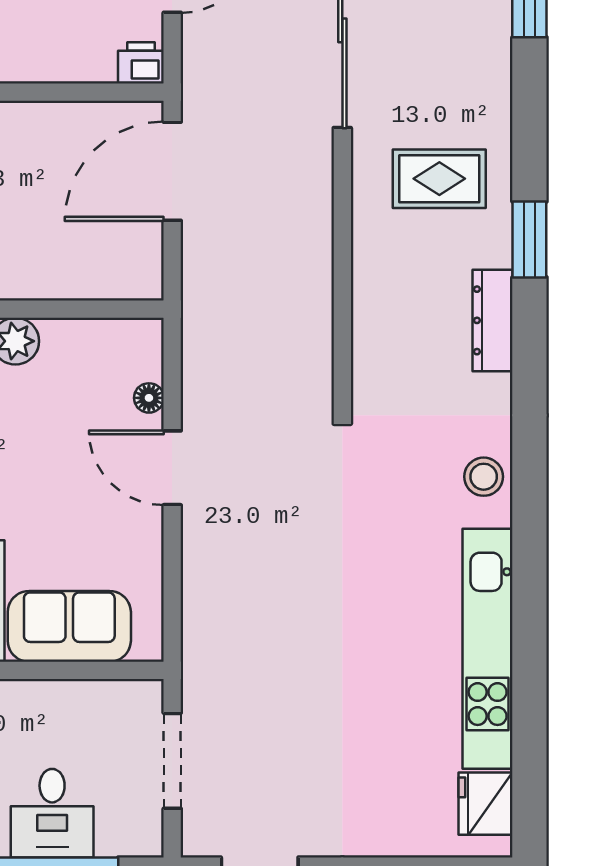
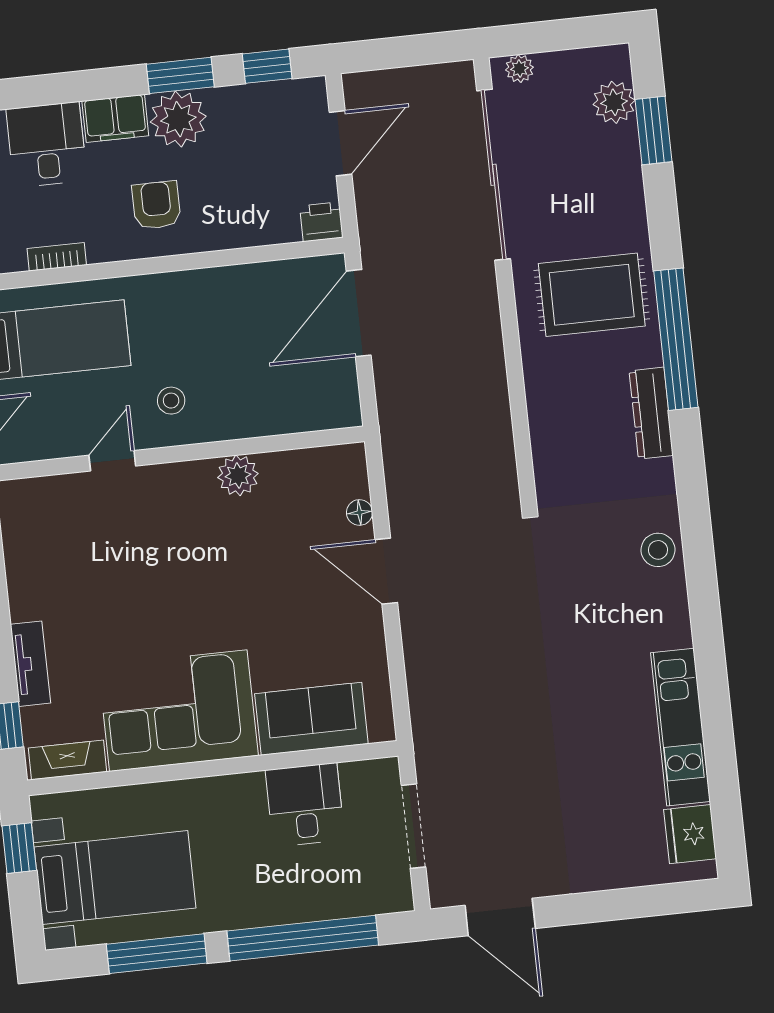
rug: (439, 179) -> (592, 295), width x1.36, depth x1.43
window: (529, 239) -> (676, 339), width x2.11
kitchen unit: (488, 649) -> (680, 727), width x0.73
desk: (52, 813) -> (305, 805), moved, turned 180

